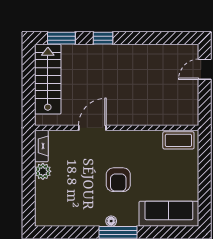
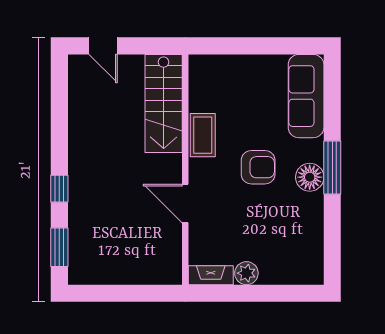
stairs: (48, 79) -> (164, 103), moved, turned -90
coffee table: (178, 140) -> (203, 135), moved
floor lamp: (111, 221) -> (310, 177), width x1.89, depth x1.89

